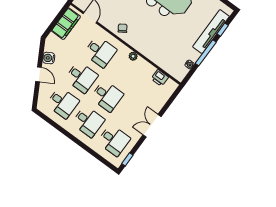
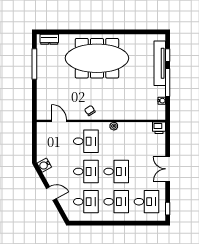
filing cabinet: (66, 24) -> (44, 139), removed
water cooler: (49, 58) -> (44, 165), moved
printer: (160, 78) -> (159, 128), moved

